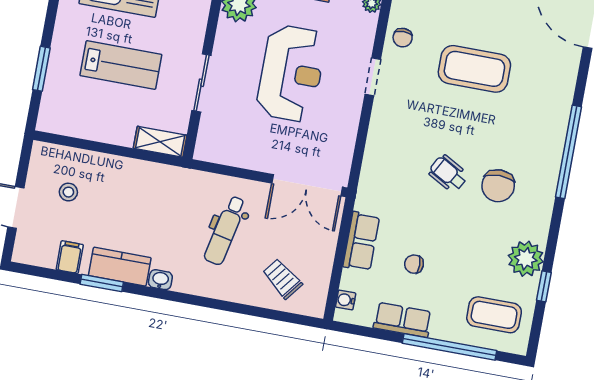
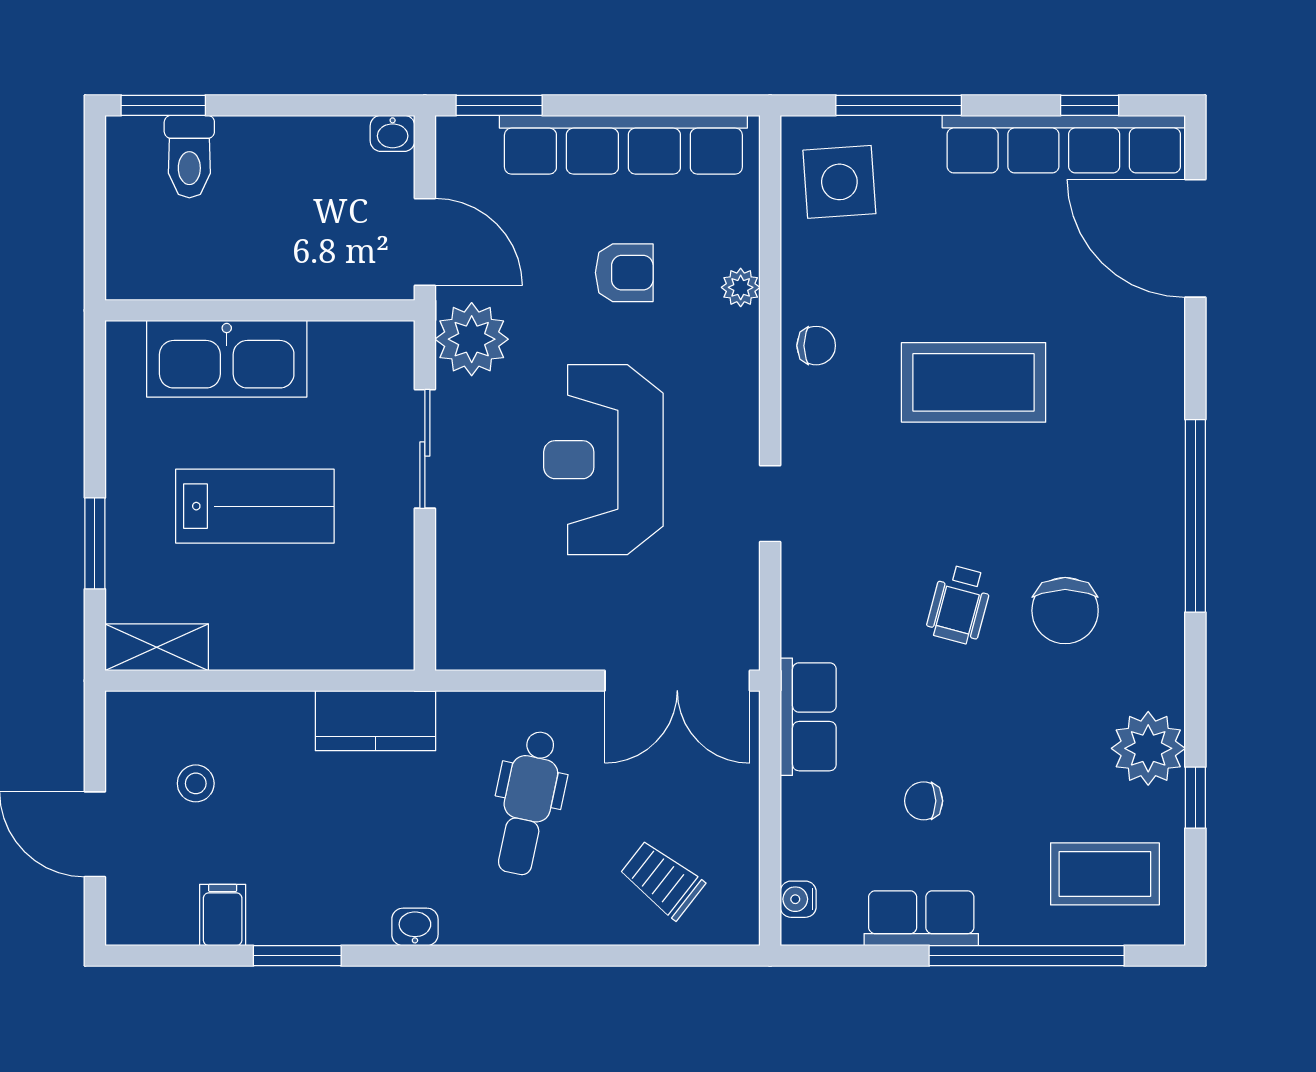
chair: (403, 38) -> (816, 346), turned -90
reception desk: (291, 73) -> (603, 460), turned 180
doorway: (373, 77) -> (770, 504), moved
sliding door: (201, 83) -> (425, 449), moved
shelving: (160, 142) -> (157, 647), moved
wheelchair: (448, 174) -> (959, 604), turned -104
row of seats: (361, 241) -> (808, 717), moved
kitchen counter: (120, 267) -> (375, 721), moved, turned 180

